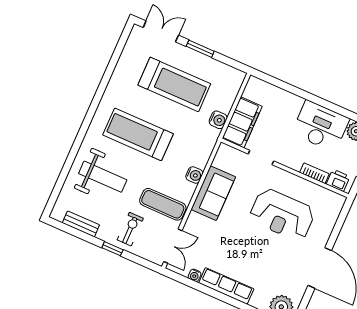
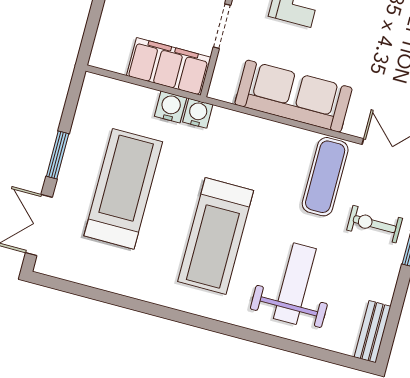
water cooler: (194, 175) -> (198, 113), moved
sofa: (213, 193) -> (293, 96), width x1.36
bench: (81, 224) -> (372, 332), moved

